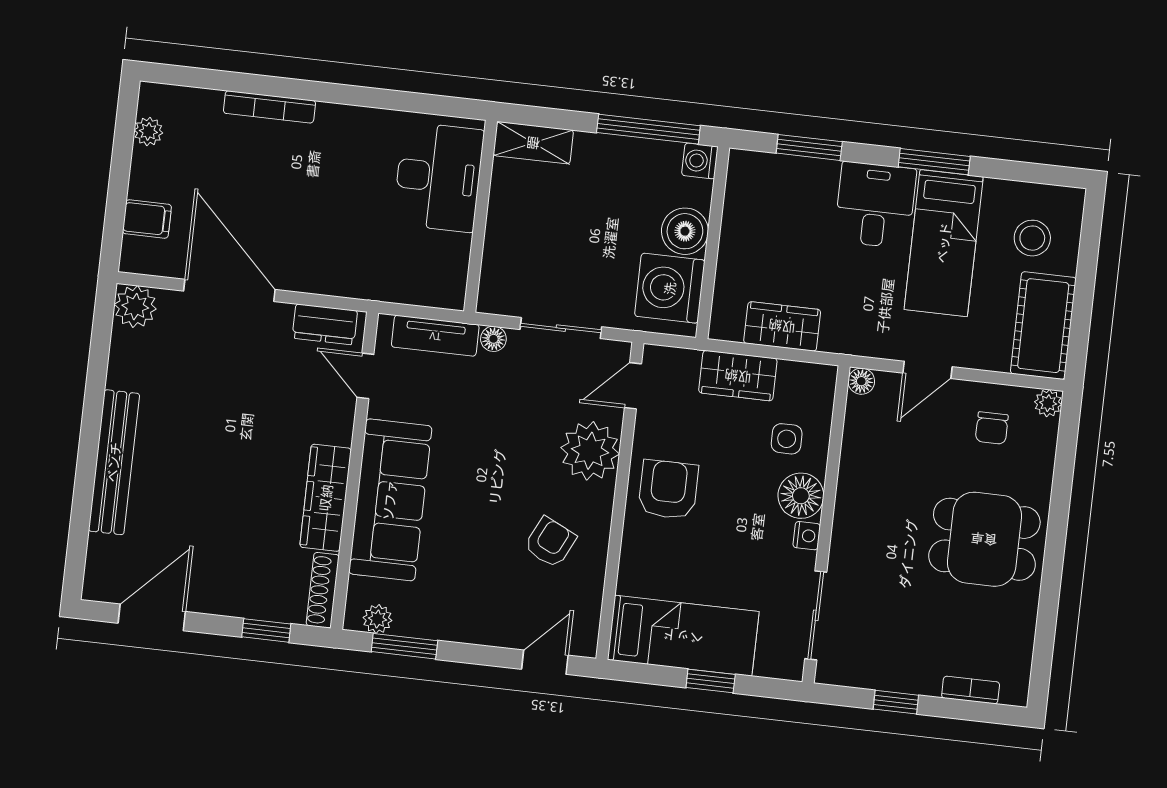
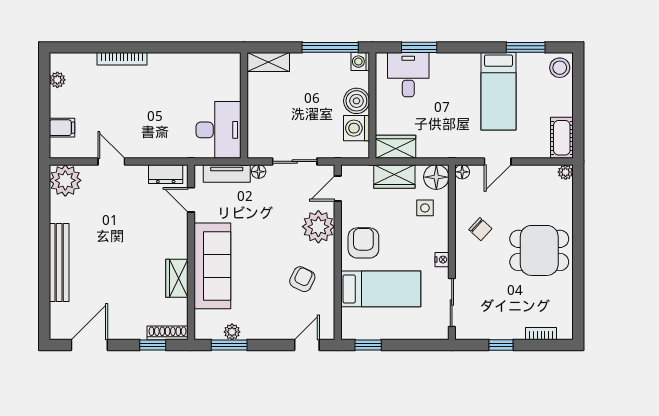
window: (934, 162) -> (526, 47), moved
desk: (438, 177) -> (219, 130), moved
desk: (875, 205) -> (408, 75), moved
stool: (1032, 238) -> (560, 68), moved
washing machine: (670, 288) -> (357, 128), width x0.73, depth x0.73
door: (229, 290) -> (111, 161), width x0.53
plant: (135, 307) -> (65, 180), width x1.36, depth x1.36
wardrobe: (782, 326) -> (395, 147), moved
cot: (1043, 326) -> (562, 138), width x0.73, depth x0.75
chair: (992, 428) -> (480, 229), moved, turned -47
floor lamp: (801, 496) -> (436, 177), moved
wardrobe: (326, 498) -> (177, 278), width x0.67
shoe rack: (323, 590) -> (168, 333), moved, turned 90
plant: (377, 619) -> (232, 332), moved
bed: (683, 636) -> (381, 289), moved
window: (711, 681) -> (368, 345), moved

